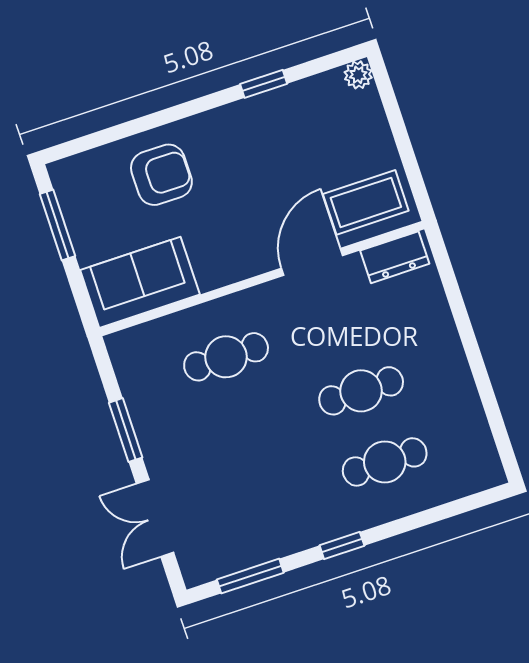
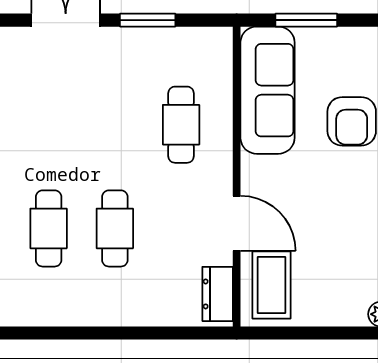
window: (57, 225) -> (306, 20), moved
sofa: (140, 282) -> (268, 90), width x1.36

